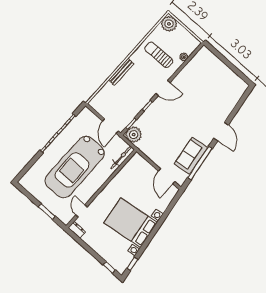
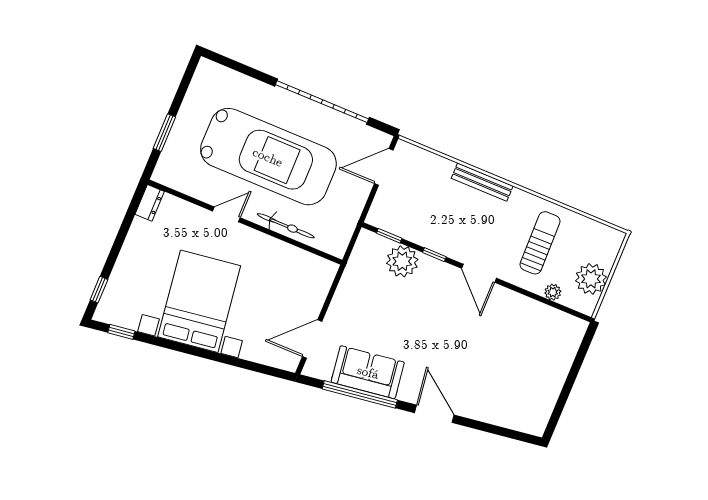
plant: (169, 24) -> (591, 279), moved
door: (110, 126) -> (384, 167), moved
door: (221, 132) -> (434, 414), swing flipped
plant: (134, 135) -> (402, 261), moved
bicycle: (121, 158) -> (286, 226), moved
car: (75, 167) -> (268, 157), turned 180
door: (81, 211) -> (226, 214), moved

